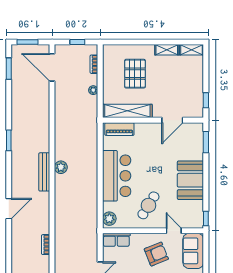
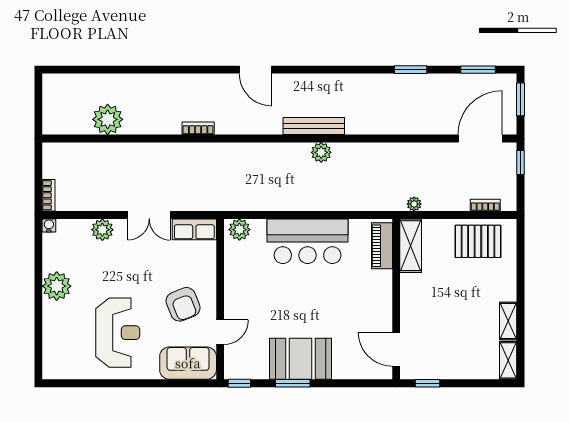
window: (77, 42) -> (520, 163), moved
pallet: (135, 74) -> (478, 241), moved
plant: (93, 90) -> (414, 204), moved
shelving: (127, 111) -> (411, 246), width x0.68
door: (172, 120) -> (396, 349), moved
window: (9, 140) -> (411, 70), moved
window: (206, 142) -> (293, 383), moved
cafe table: (148, 205) -> (260, 292), removed
row of seats: (116, 240) -> (194, 229), moved, turned -90

